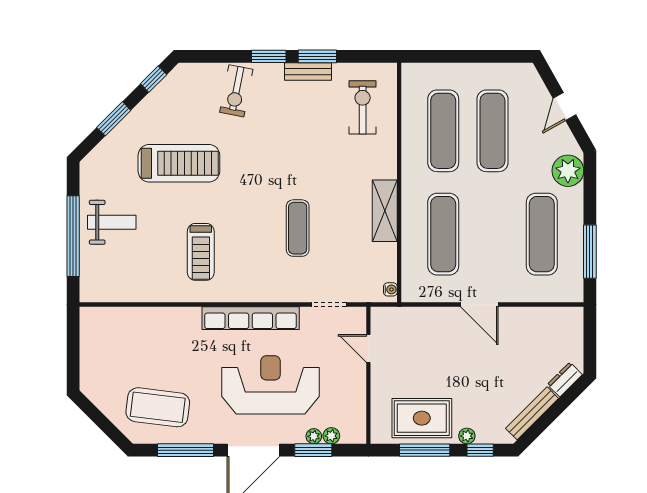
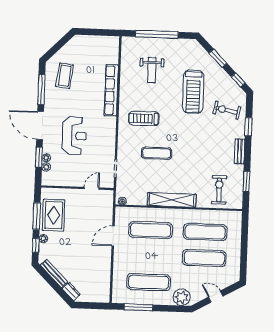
window: (269, 56) -> (248, 127), moved
window: (317, 56) -> (246, 181), moved
bench: (308, 71) -> (240, 151), moved
exercise bike: (236, 91) -> (227, 110), moved
exercise bike: (363, 107) -> (219, 190), turned -90
shelving: (385, 211) -> (172, 200), width x1.47
weight bench: (112, 222) -> (152, 70), moved
treadmill: (201, 252) -> (144, 119), moved
door: (479, 304) -> (113, 236), moved
row of seats: (251, 318) -> (111, 90), moved
reception desk: (270, 385) -> (74, 136), width x0.74, depth x0.77
coffee table: (158, 407) -> (65, 76), width x0.73, depth x0.76

